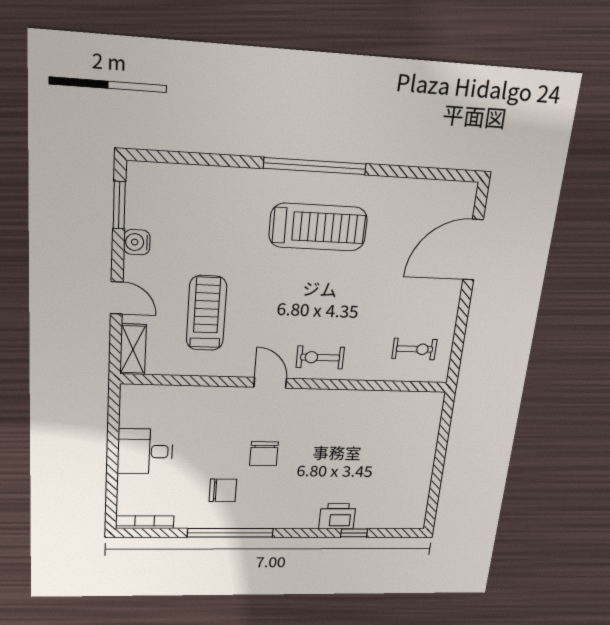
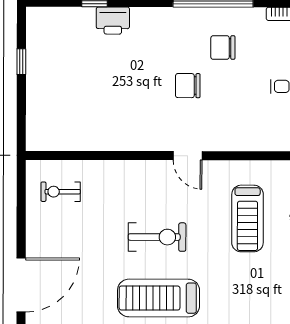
exercise bike: (320, 357) -> (157, 237), moved, width x1.38, depth x1.39
chair: (264, 454) -> (188, 86), turned -90
window: (436, 479) -> (21, 62), added

